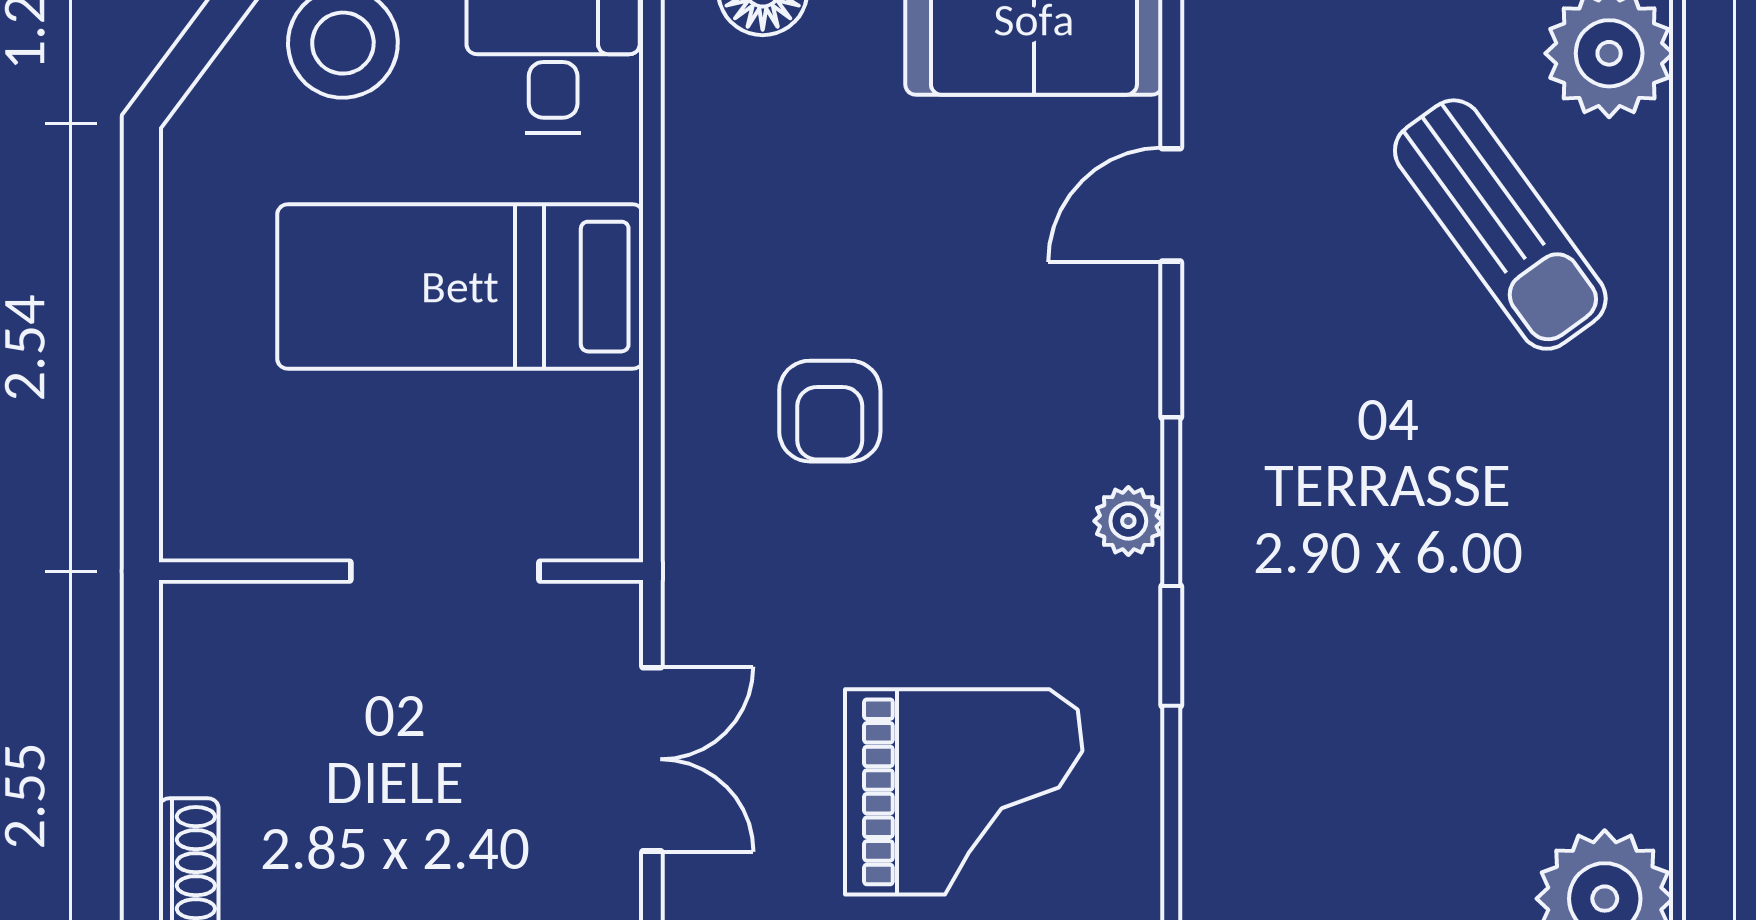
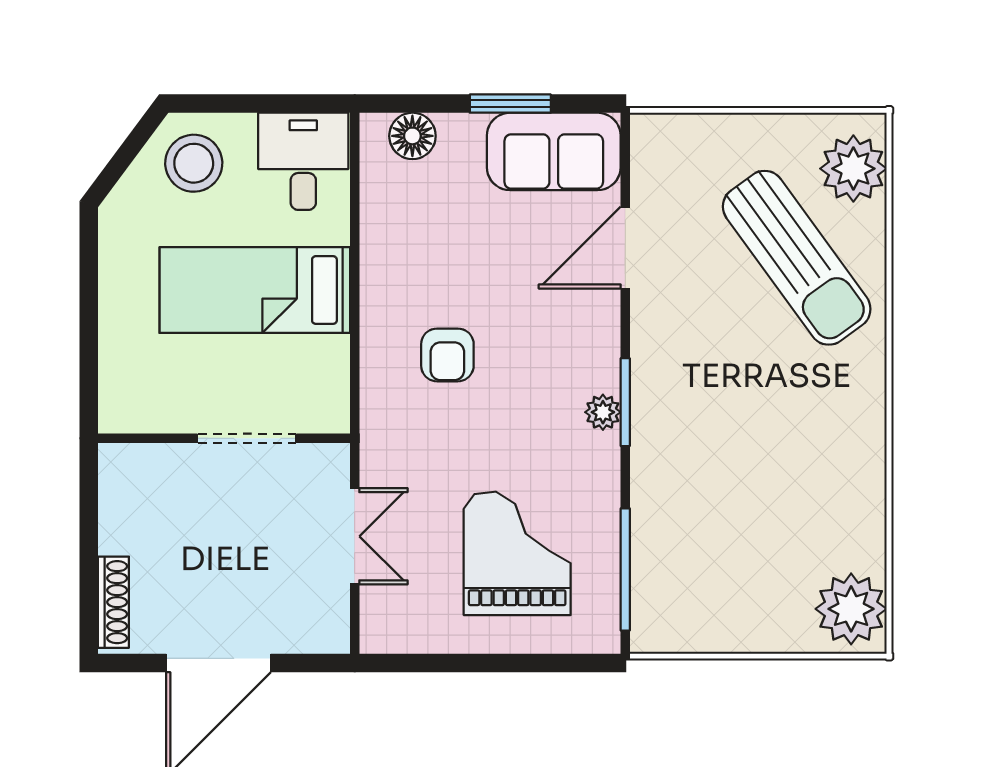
door: (1171, 205) -> (625, 248), width x1.38
sun lounger: (1500, 225) -> (797, 258), width x1.36, depth x1.34
grand piano: (964, 792) -> (517, 553), turned -90

